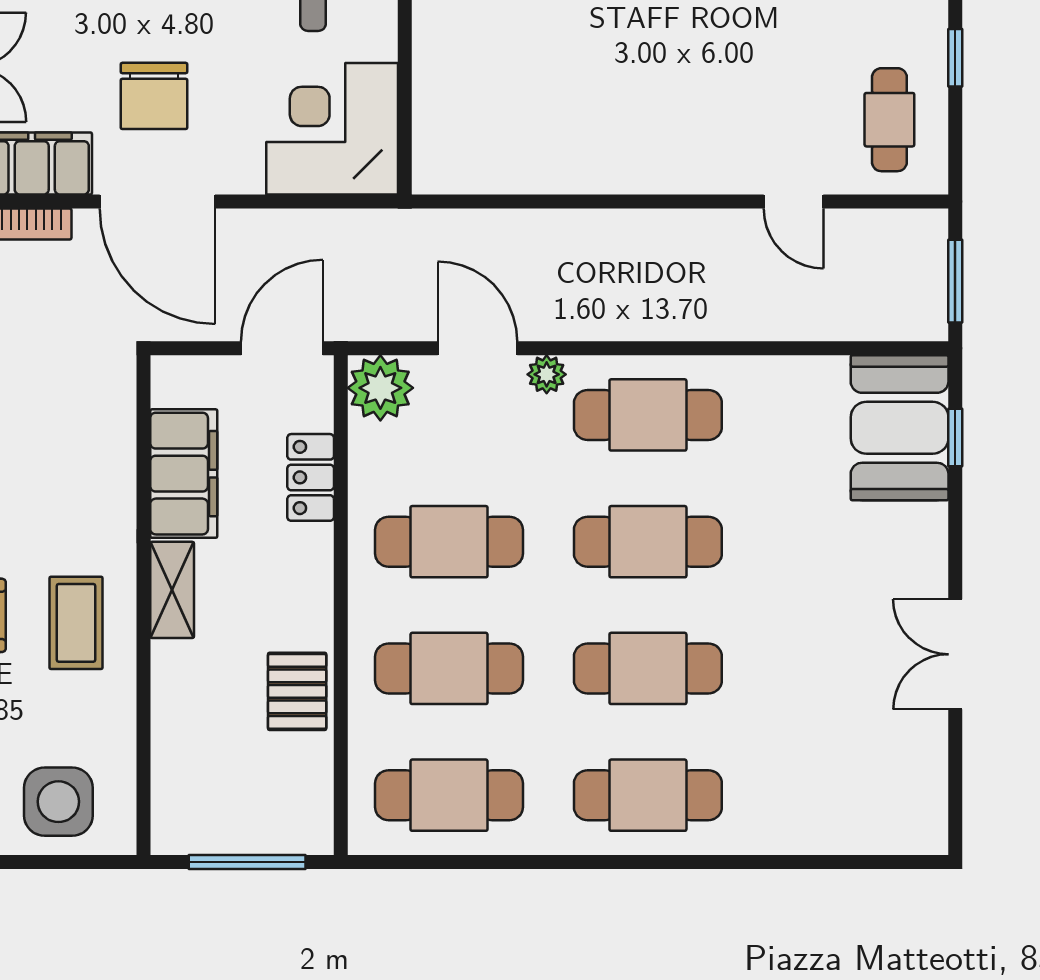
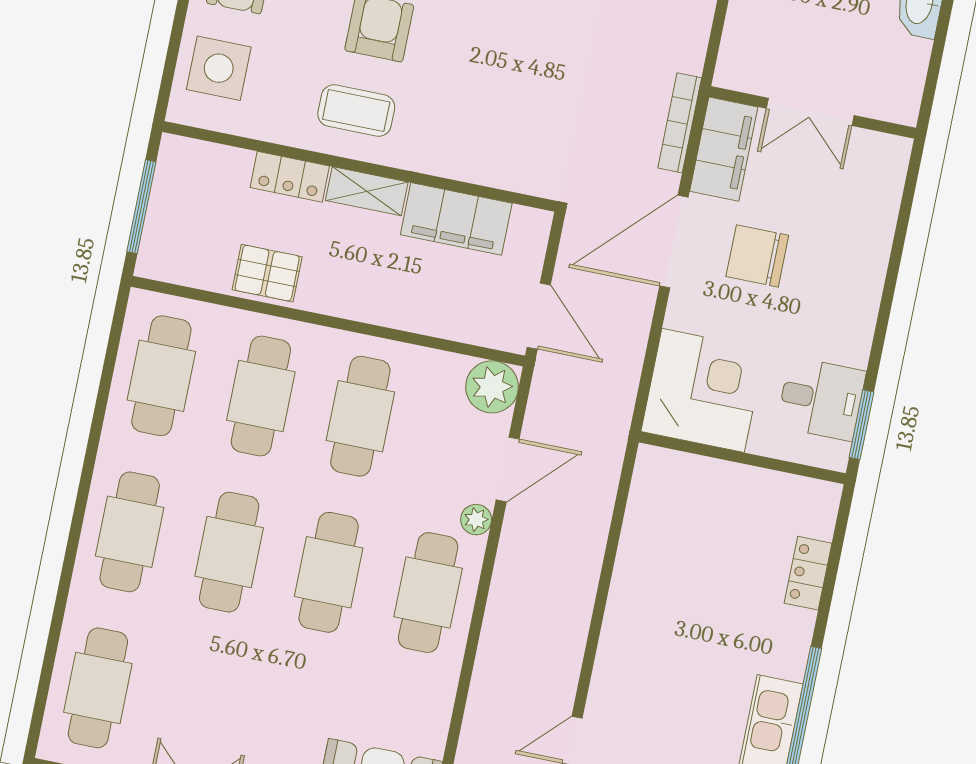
locker: (311, 477) -> (290, 177), moved, turned 180
cafe table: (847, 795) -> (98, 688), added

